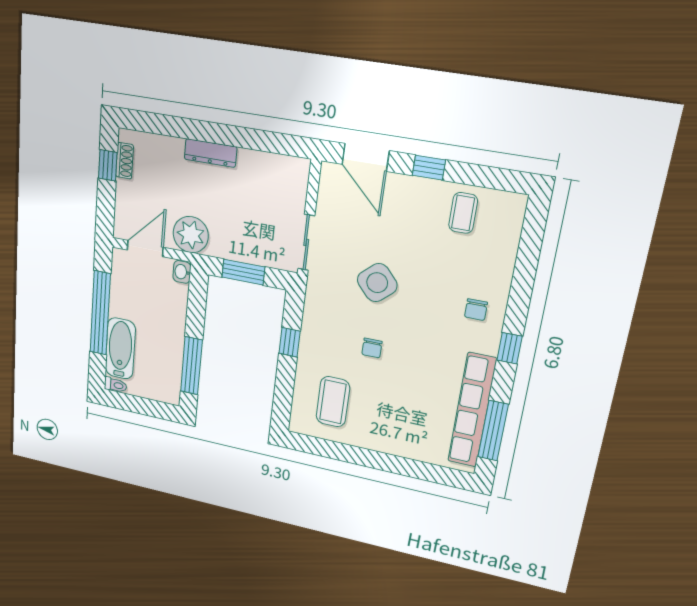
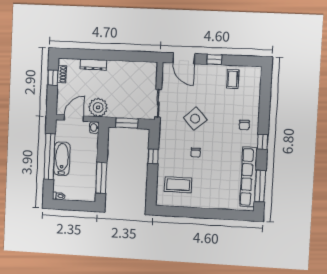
dresser: (210, 153) -> (93, 65), moved
bathtub: (120, 348) -> (62, 159), moved
coffee table: (333, 402) -> (178, 185), turned 90

